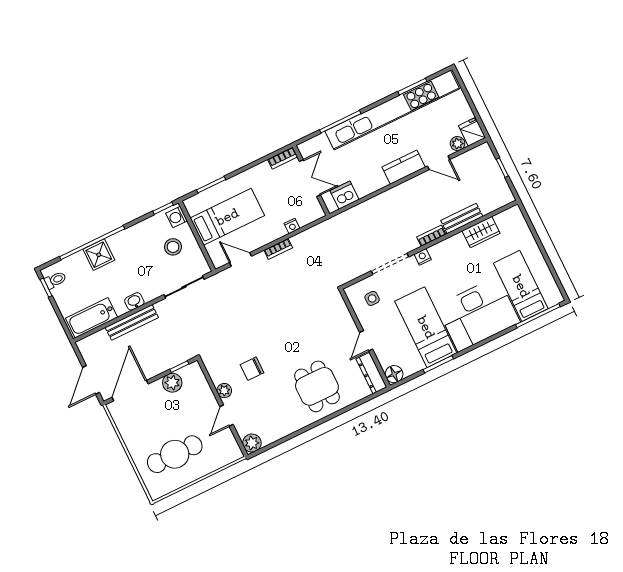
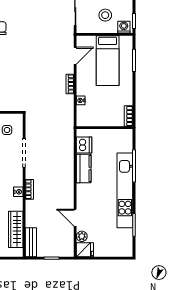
kitchen unit: (392, 110) -> (125, 190), width x0.73
door: (439, 163) -> (75, 218), hinge flipped
kitchen counter: (404, 167) -> (84, 168), moved
double door: (310, 178) -> (106, 128), removed
bench: (462, 219) -> (31, 242), moved
wardrobe: (481, 232) -> (16, 229), width x1.50
nightstand: (423, 257) -> (18, 192), moved

